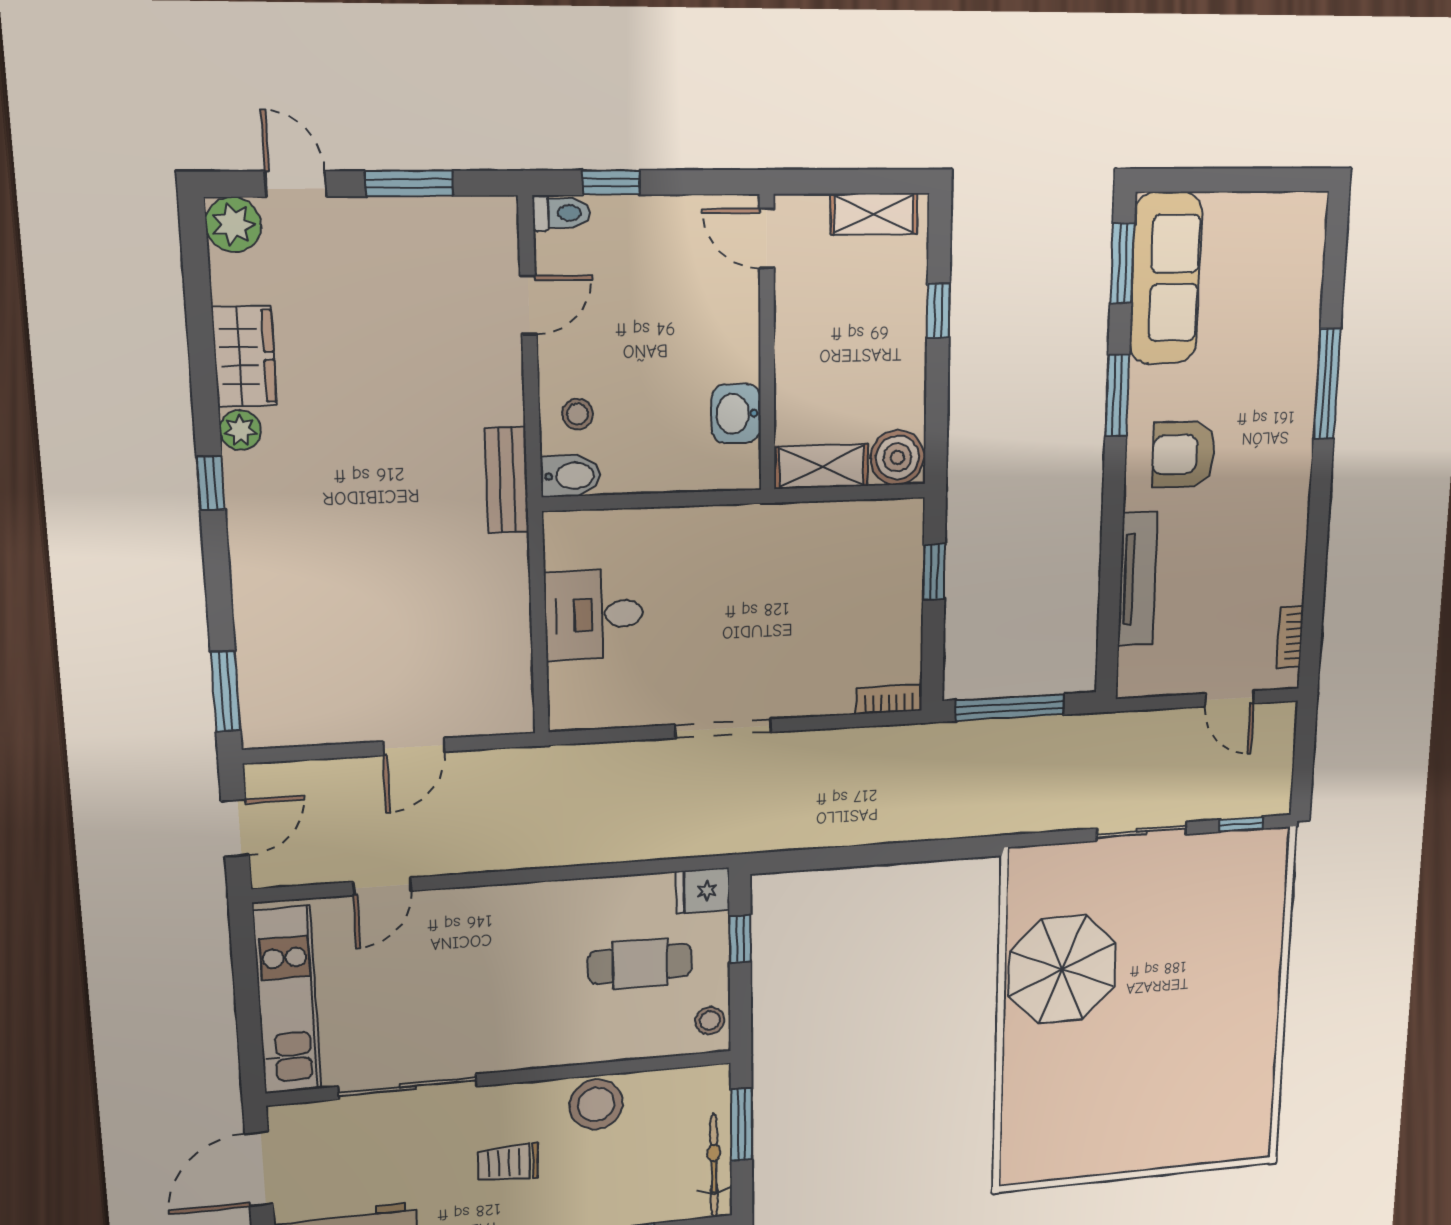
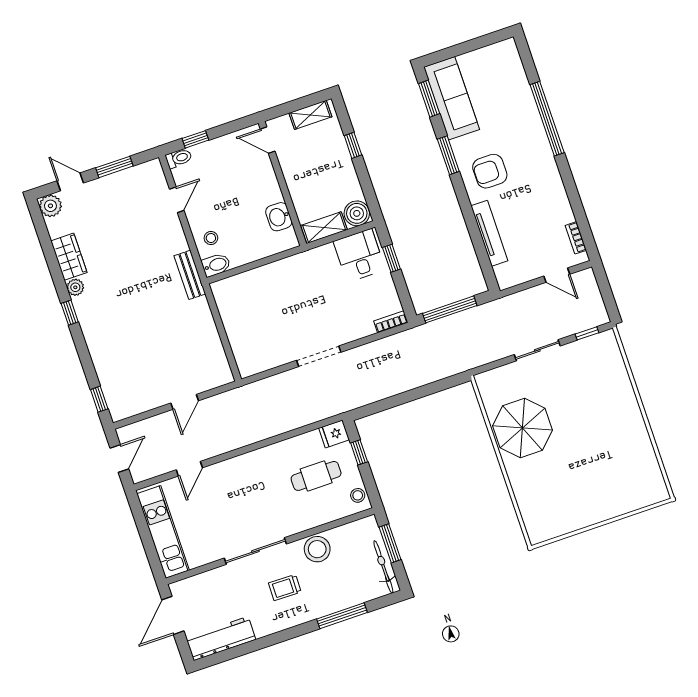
window: (1327, 384) -> (547, 119), width x1.46
desk: (594, 615) -> (359, 255), moved, turned 90
window: (225, 691) -> (99, 399), width x0.67
sliding door: (408, 1087) -> (255, 551), moved

